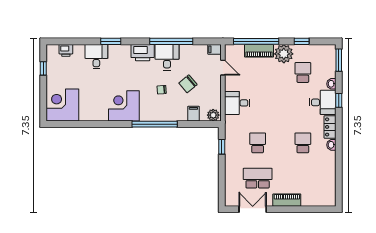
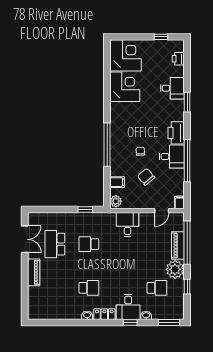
corner desk: (124, 106) -> (125, 87), moved
school desk: (258, 143) -> (89, 244), turned 180
school desk: (258, 178) -> (55, 244), turned 180

